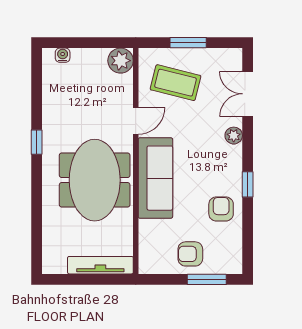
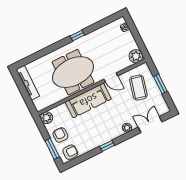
armchair: (221, 209) -> (70, 152), moved
plant: (149, 263) -> (47, 118), added
tv unit: (100, 265) -> (28, 83), moved

